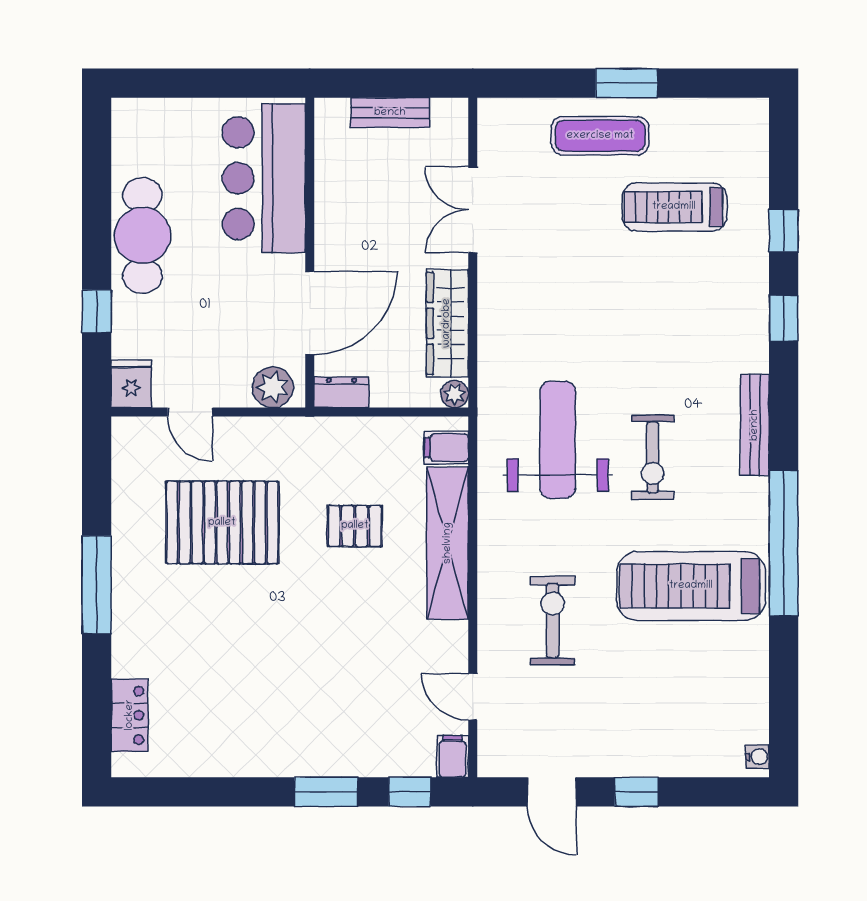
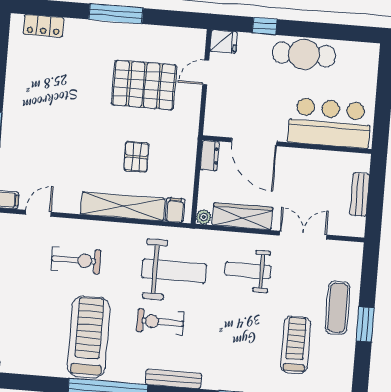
weight bench: (545, 305) -> (248, 270), added
plant: (273, 387) -> (215, 118), removed
pallet: (222, 523) -> (144, 85), turned 90

